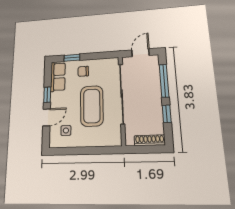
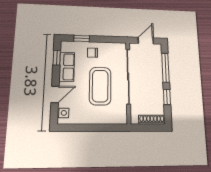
row of seats: (58, 77) -> (67, 67), moved
window: (47, 95) -> (57, 58), moved
side table: (66, 131) -> (64, 113), moved

